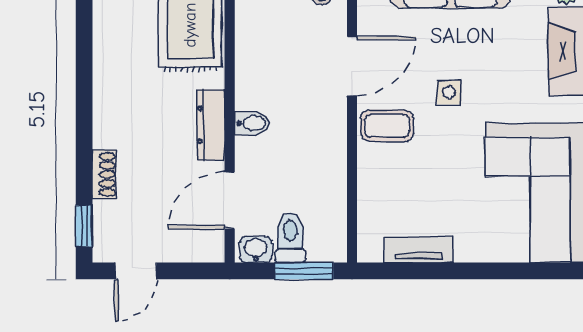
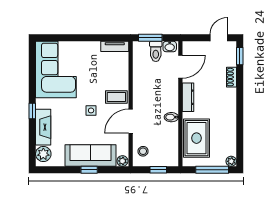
bidet: (252, 123) -> (171, 117), moved
tv unit: (419, 250) -> (115, 46), moved

